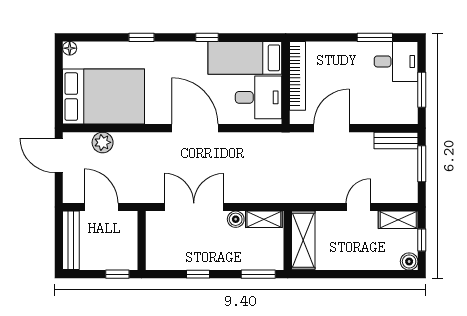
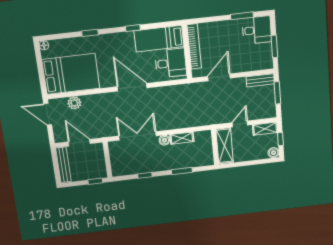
shelving: (303, 240) -> (225, 146), moved
wall: (288, 241) -> (215, 147), moved

